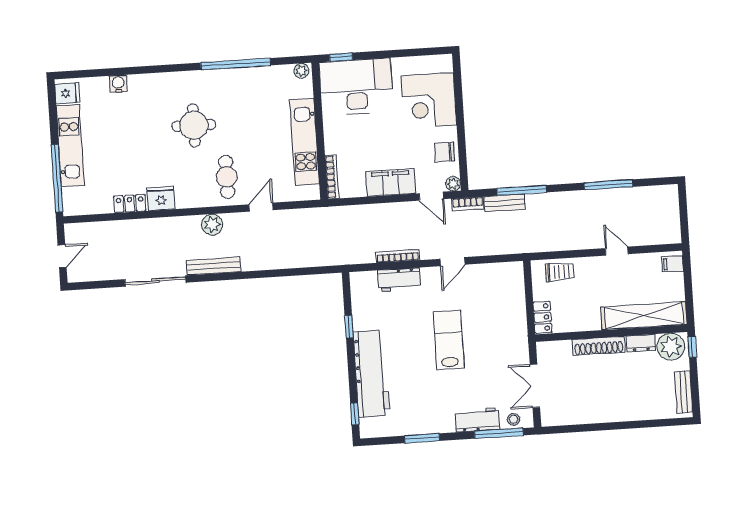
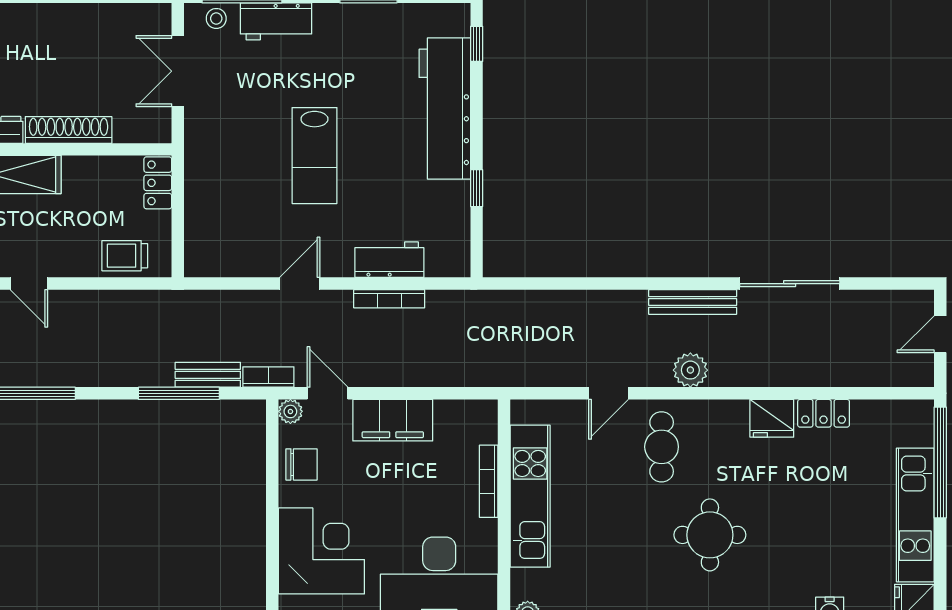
bookcase: (332, 177) -> (489, 481), moved
double door: (535, 386) -> (178, 71), swing flipped

